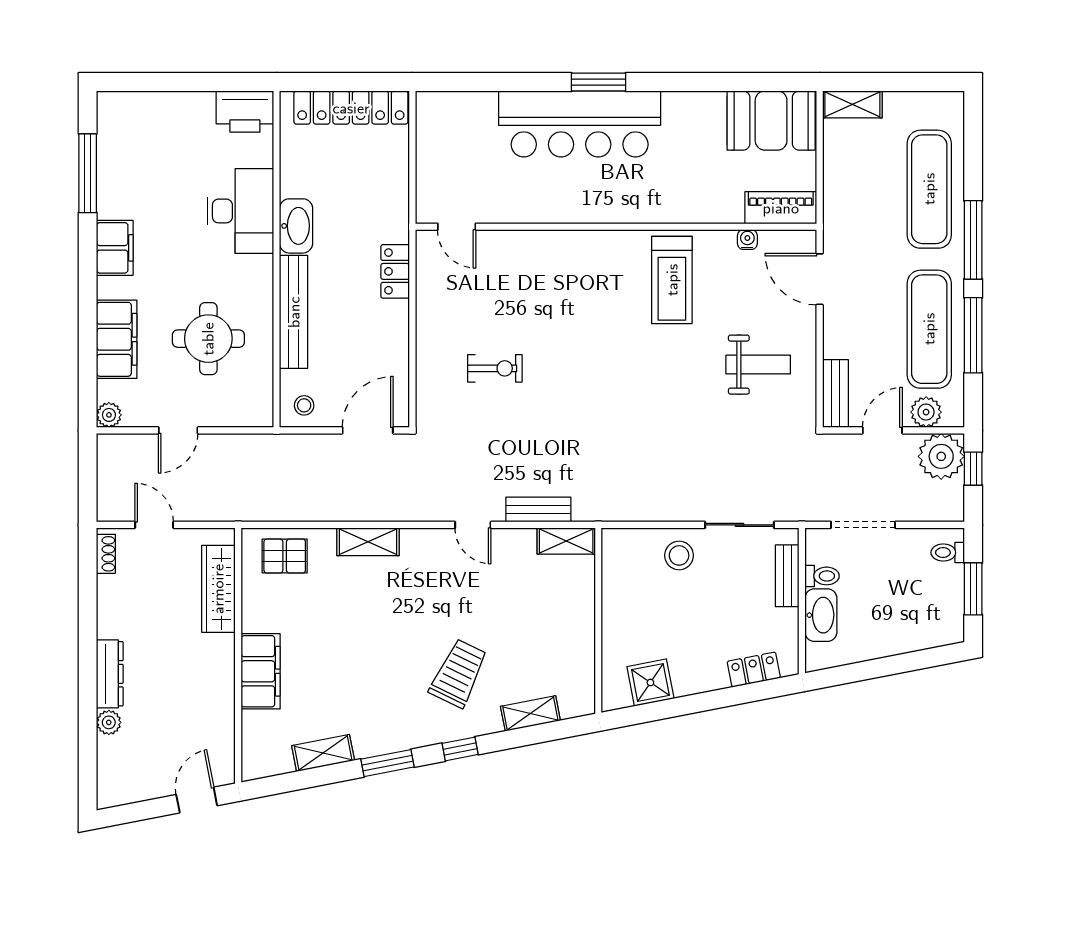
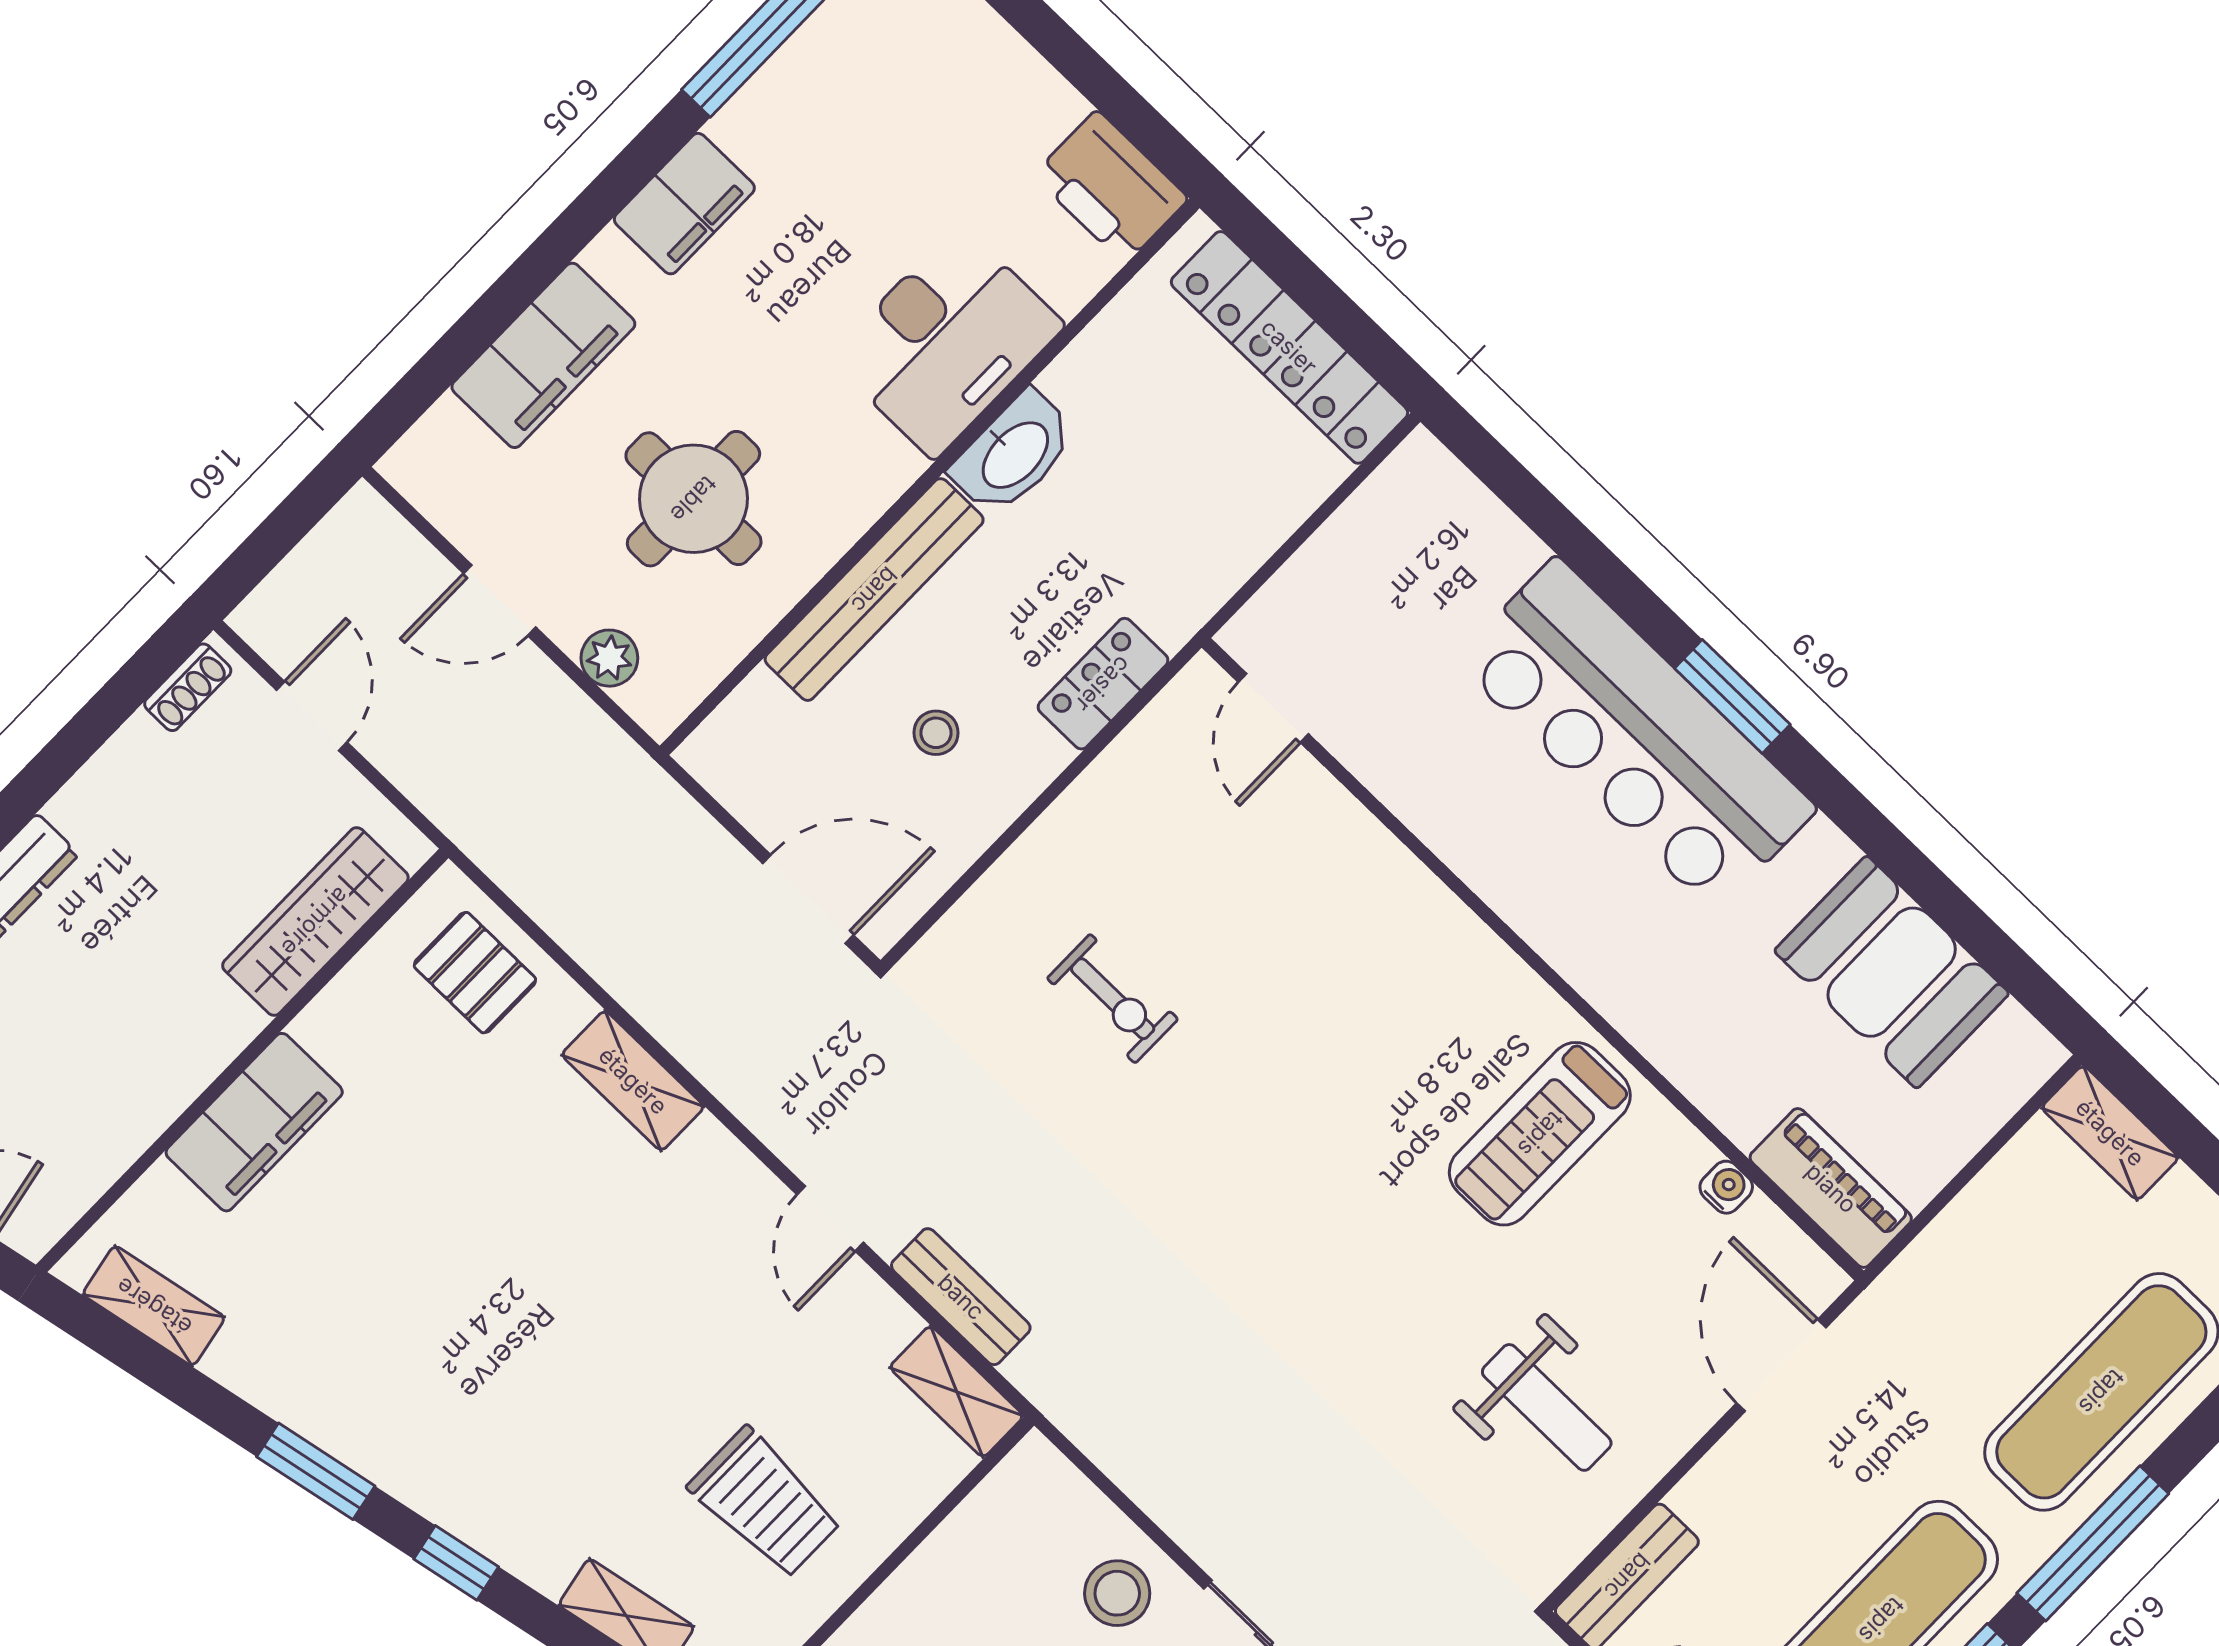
booth: (771, 121) -> (1892, 972), moved
stool: (304, 405) -> (936, 733), moved
plant: (109, 415) -> (609, 658), moved
trolley: (458, 673) -> (765, 1503), moved, turned 64
shelving: (323, 753) -> (154, 1306), moved

